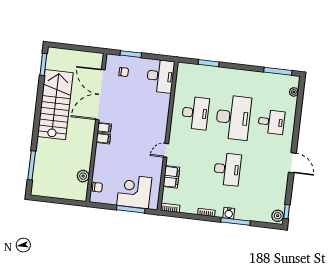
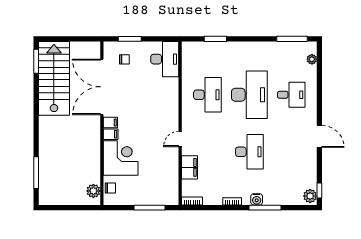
stairs: (55, 105) -> (54, 78), moved
plant: (83, 176) -> (93, 191), moved
corner desk: (134, 191) -> (121, 158), moved, turned 90

